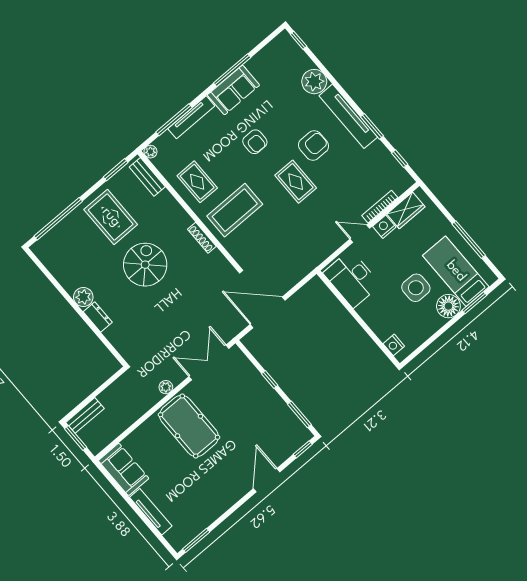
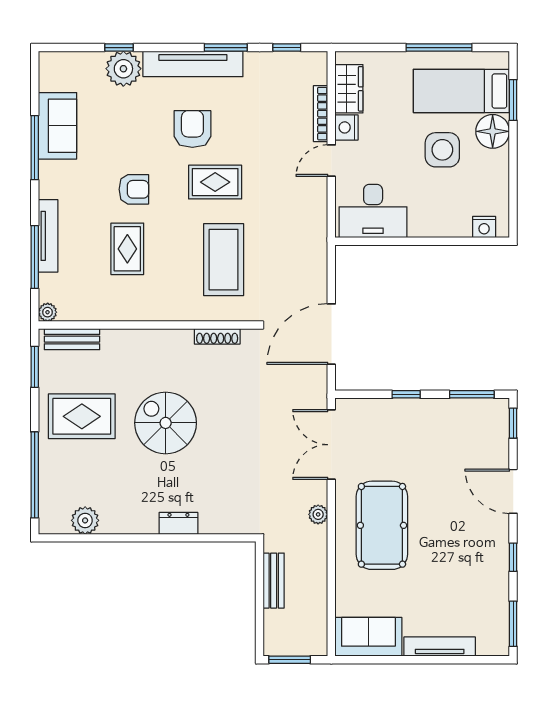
window: (298, 40) -> (119, 48), moved
sofa: (233, 90) -> (58, 126), moved
rug: (197, 182) -> (127, 249), moved, turned 90
coffee table: (235, 210) -> (224, 260), moved
shoe rack: (202, 238) -> (217, 336), moved
plant: (83, 297) -> (85, 520), moved
bench: (85, 415) -> (274, 581), moved
pool table: (189, 426) -> (382, 525), turned 90
window: (232, 510) -> (513, 557), added

